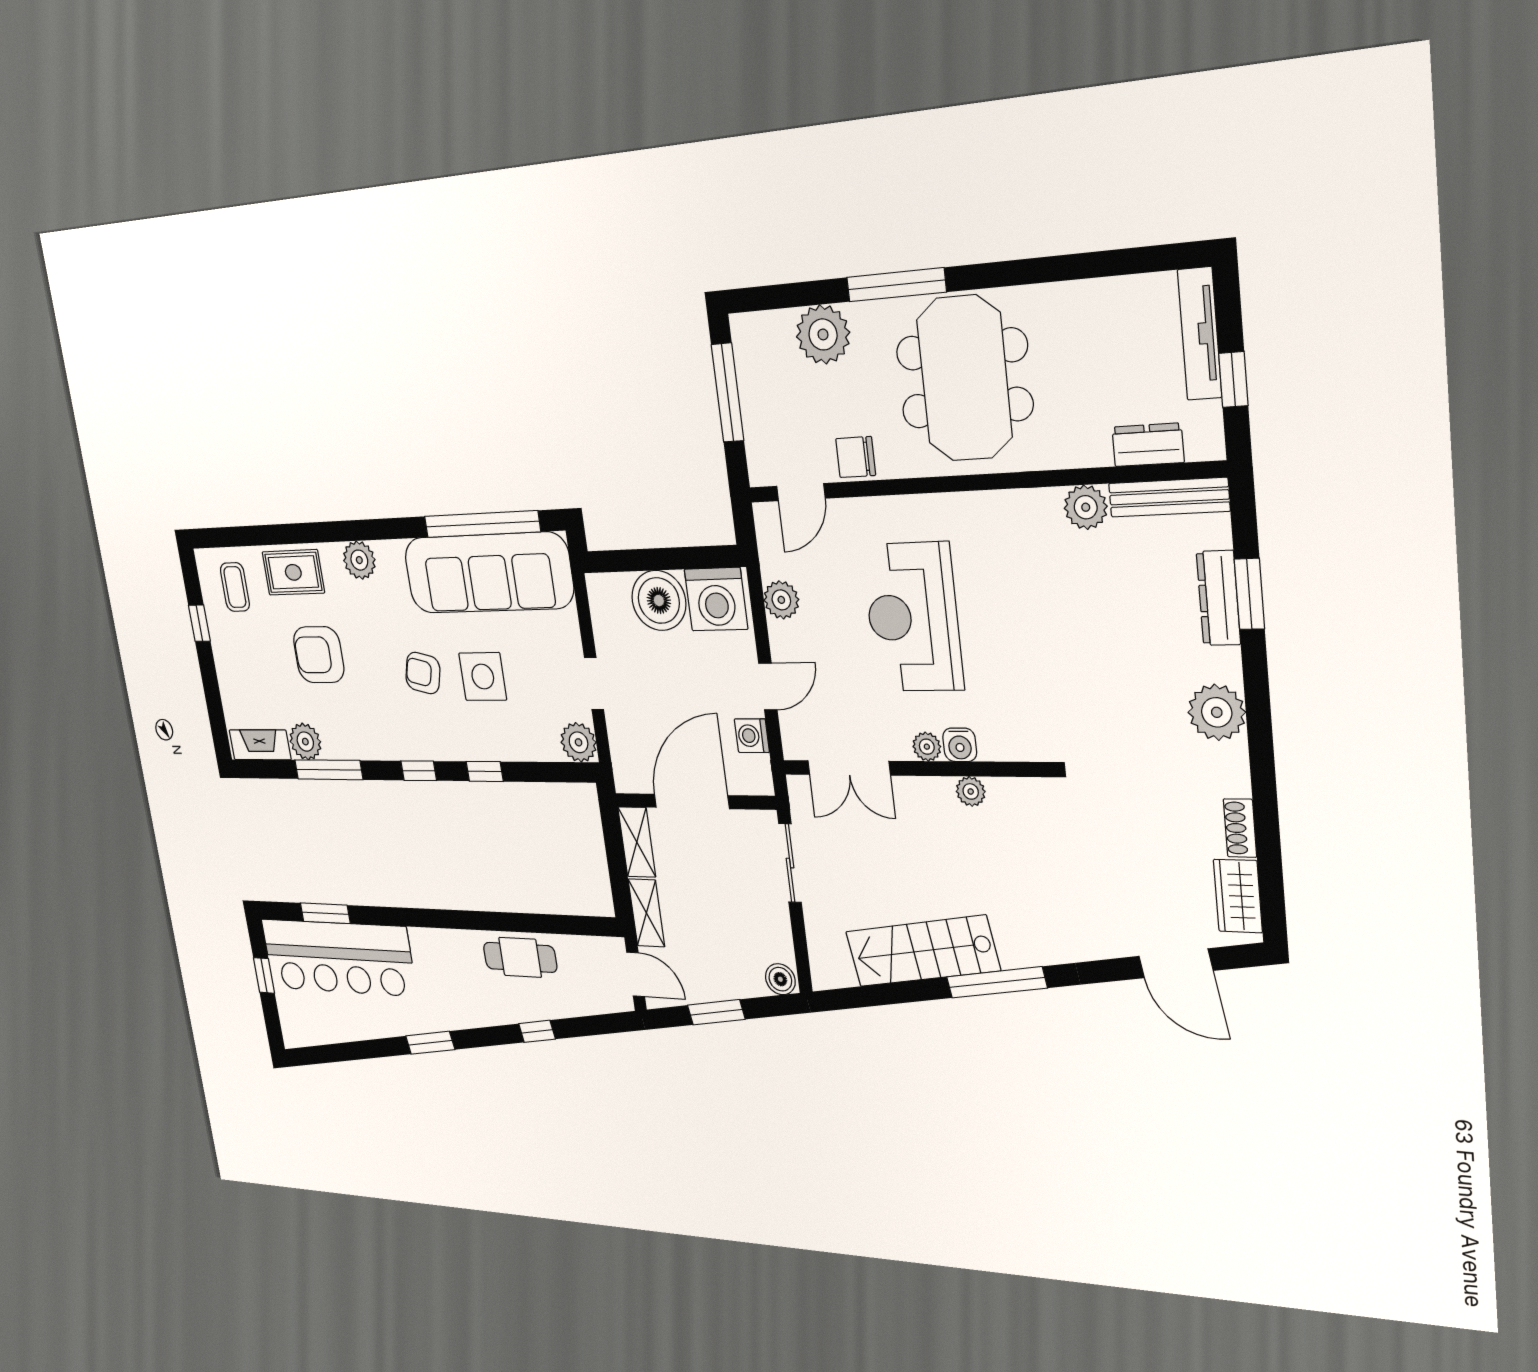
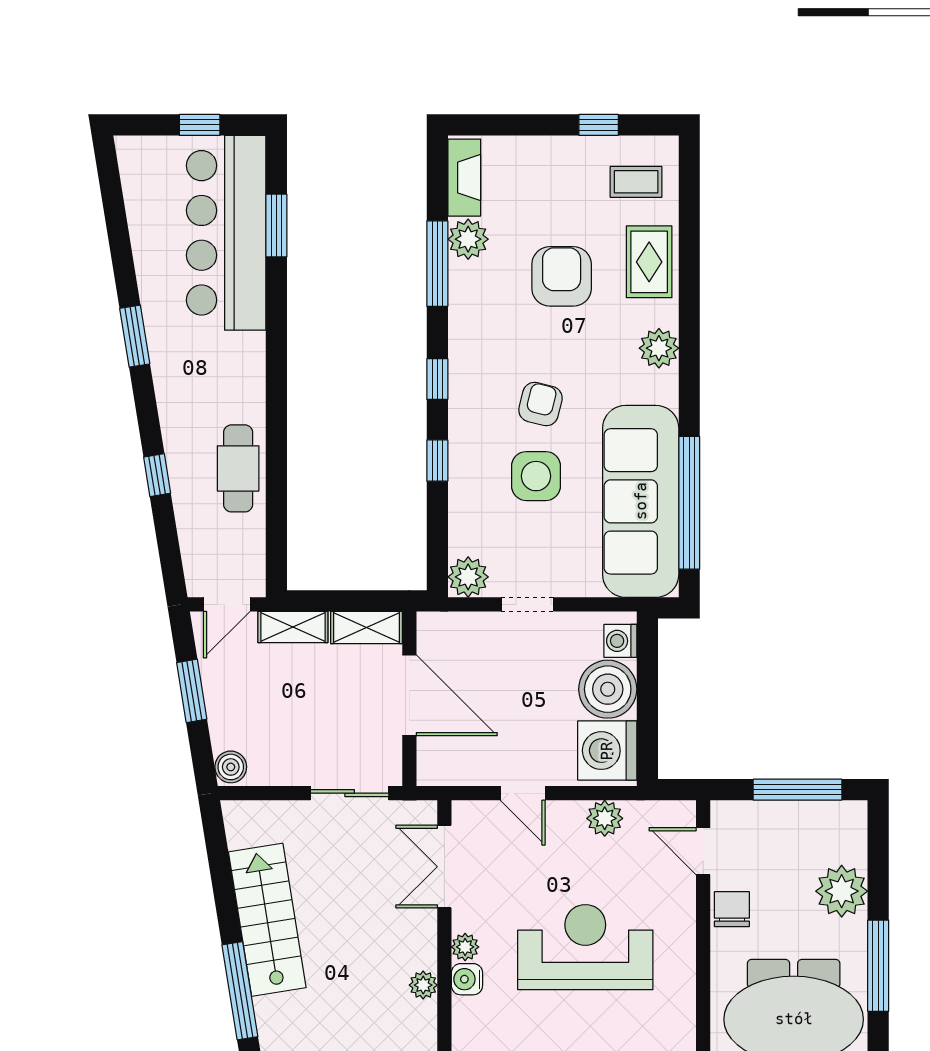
washing machine: (752, 736) -> (620, 641), moved, turned -90

